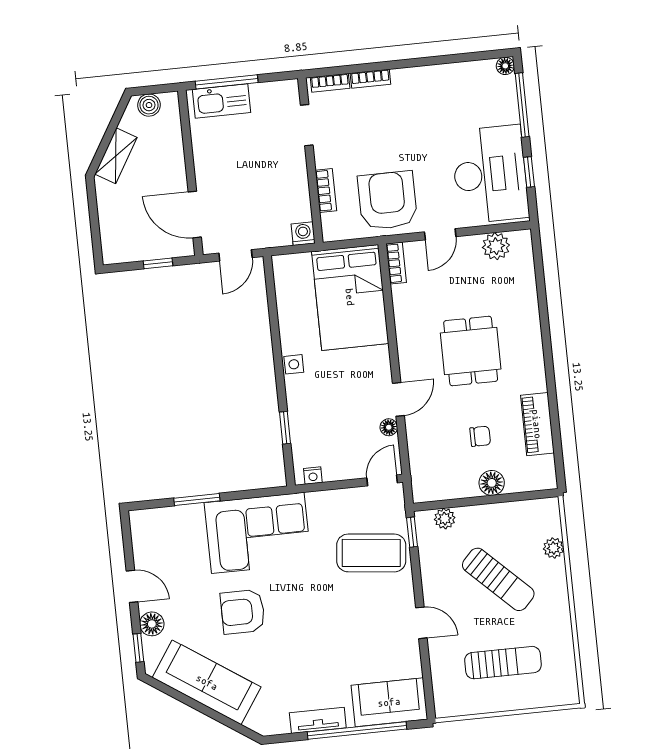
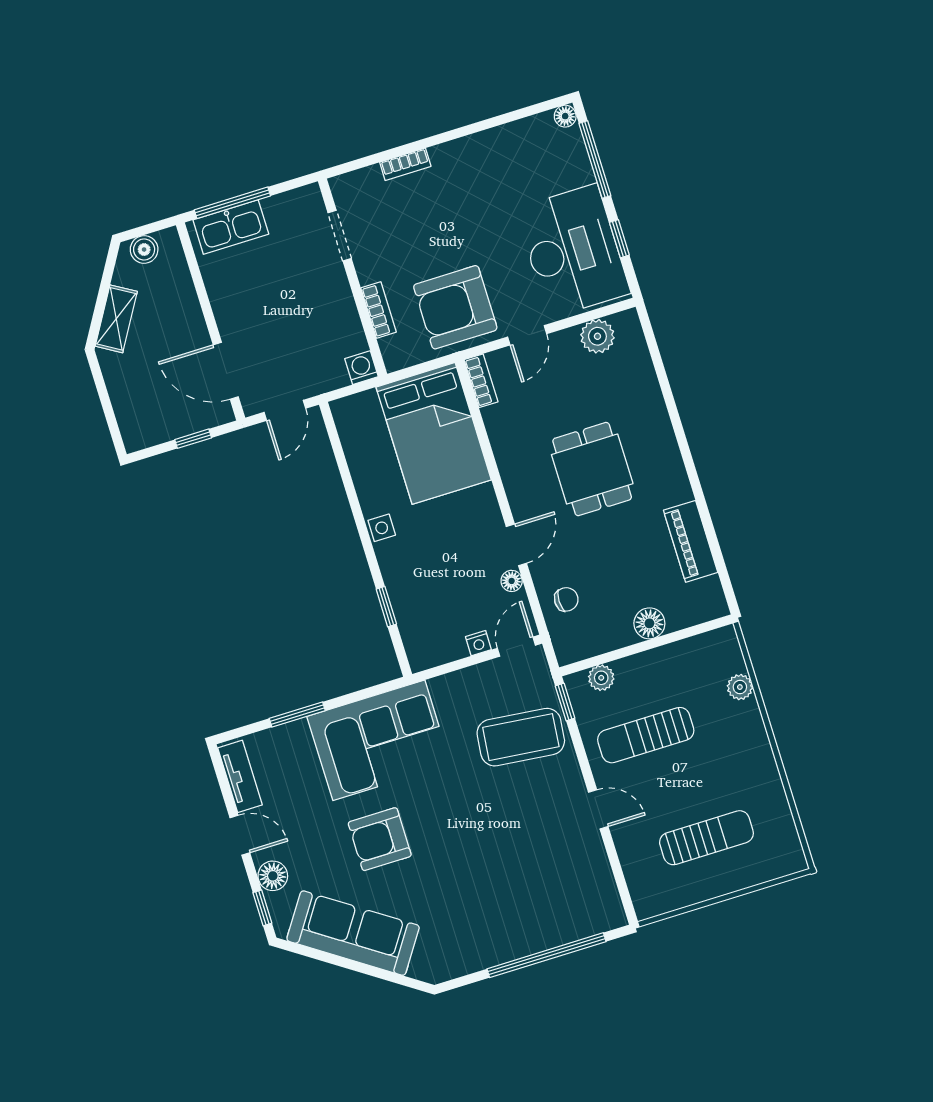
bookcase: (330, 83) -> (357, 179), removed
armchair: (387, 201) -> (455, 307), turned -90
chair: (480, 436) -> (566, 599), moved
nightstand: (313, 476) -> (478, 643), moved
sun lounger: (498, 579) -> (646, 735), moved, turned 136
sofa: (389, 702) -> (579, 913), removed
tv unit: (318, 720) -> (240, 776), moved, turned 90

